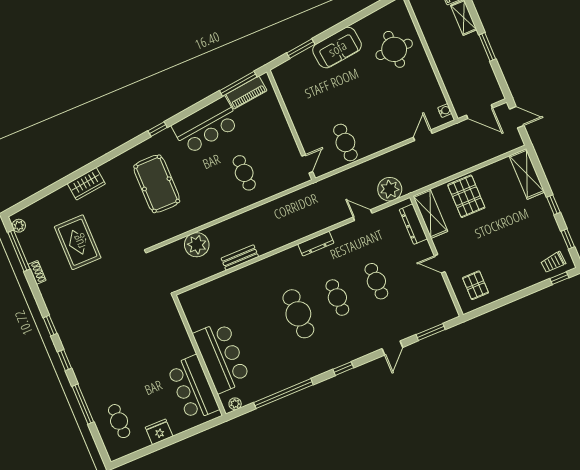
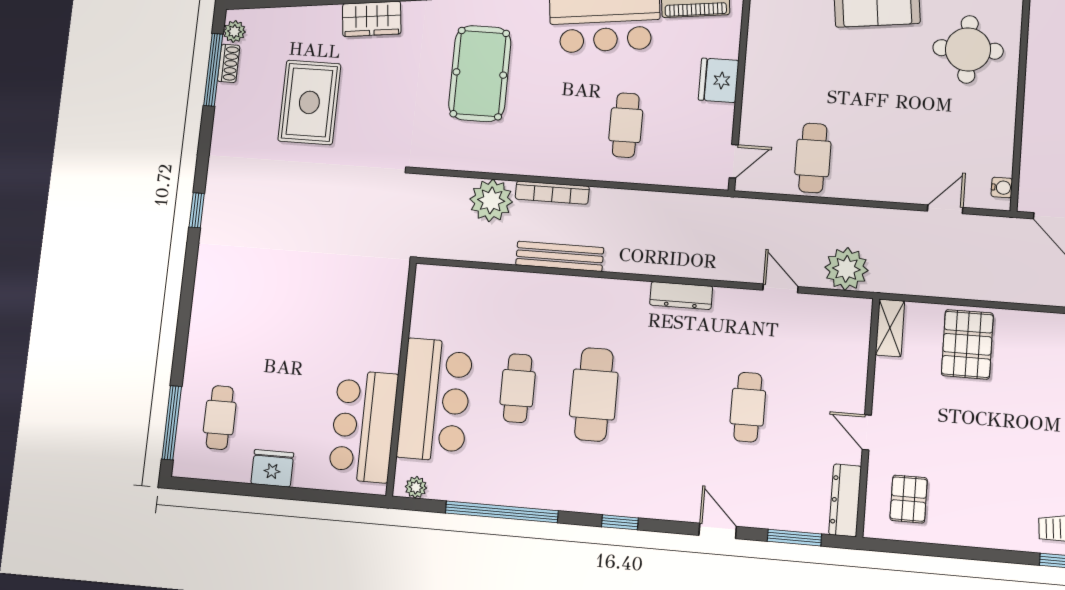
fridge: (279, 127) -> (719, 80), added
shelving: (430, 214) -> (890, 328), width x0.67, depth x0.75
dresser: (413, 224) -> (845, 500), moved
bookcase: (225, 225) -> (552, 193), added
bench: (240, 257) -> (560, 256), width x1.36
shoe rack: (37, 272) -> (229, 63), moved
cafe table: (337, 298) -> (518, 388), moved
door: (392, 348) -> (718, 531), swing flipped
window: (64, 360) -> (189, 276), removed
window: (83, 404) -> (172, 423), moved

